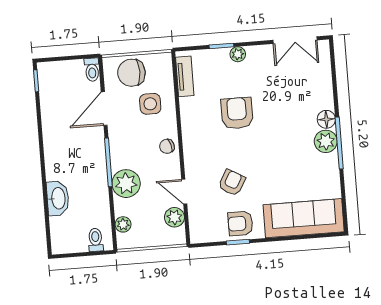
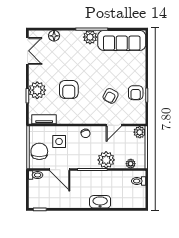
plant: (238, 54) -> (37, 90), width x1.88, depth x1.88
chair: (131, 73) -> (39, 151), turned 180
armchair: (237, 113) -> (69, 89), turned -90
floor lamp: (326, 119) -> (54, 36), moved
armchair: (232, 183) -> (111, 96), turned -92
washbasin: (58, 198) -> (100, 202), moved
plant: (174, 217) -> (140, 132), moved
sofa: (304, 218) -> (122, 40), moved, turned -90

